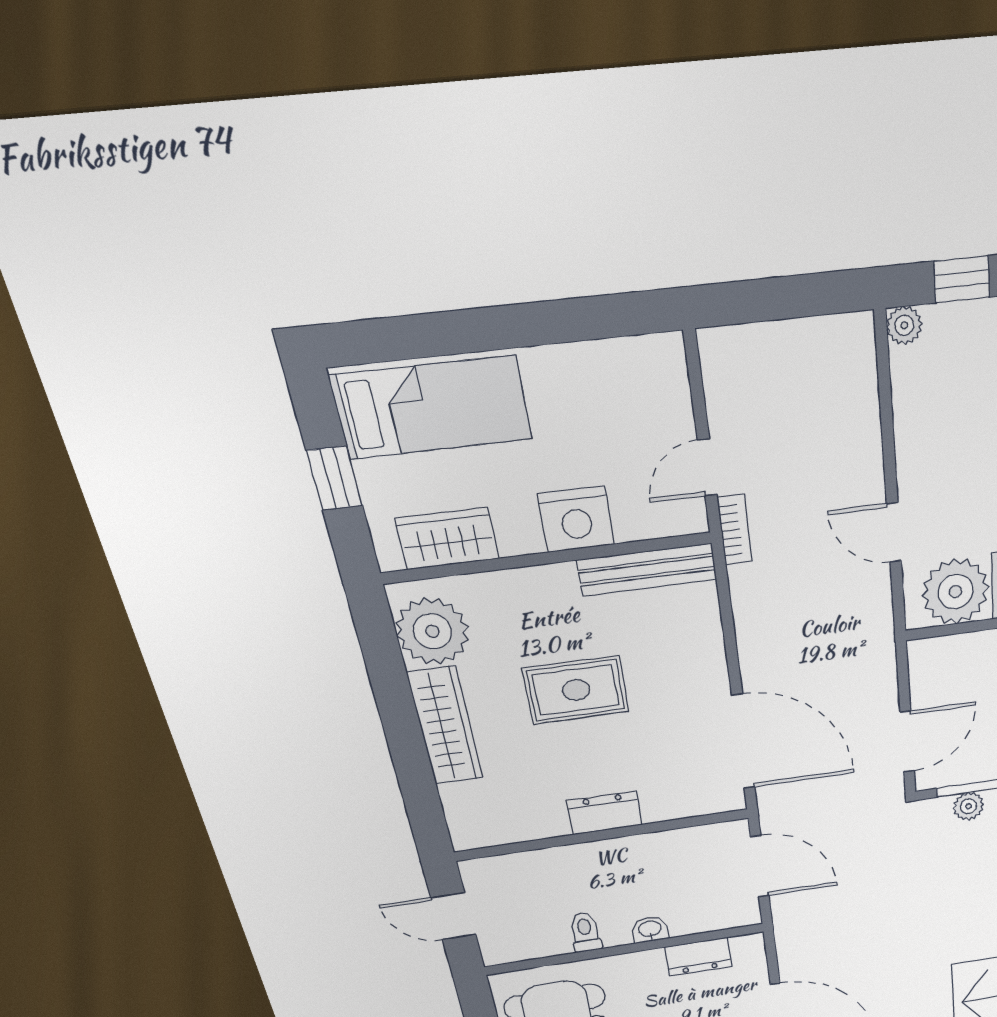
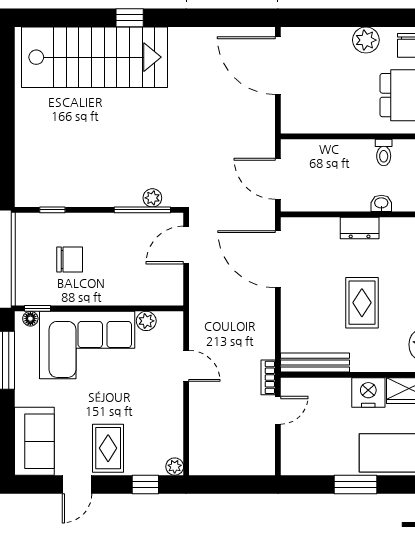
window: (519, 326) -> (356, 485), added
nightstand: (576, 519) -> (368, 393), moved
plant: (956, 592) -> (146, 321), width x0.53, depth x0.53
rug: (576, 690) -> (362, 303), turned 90
washbasin: (650, 929) -> (381, 203), moved, turned 180
dresser: (698, 957) -> (321, 123), removed

